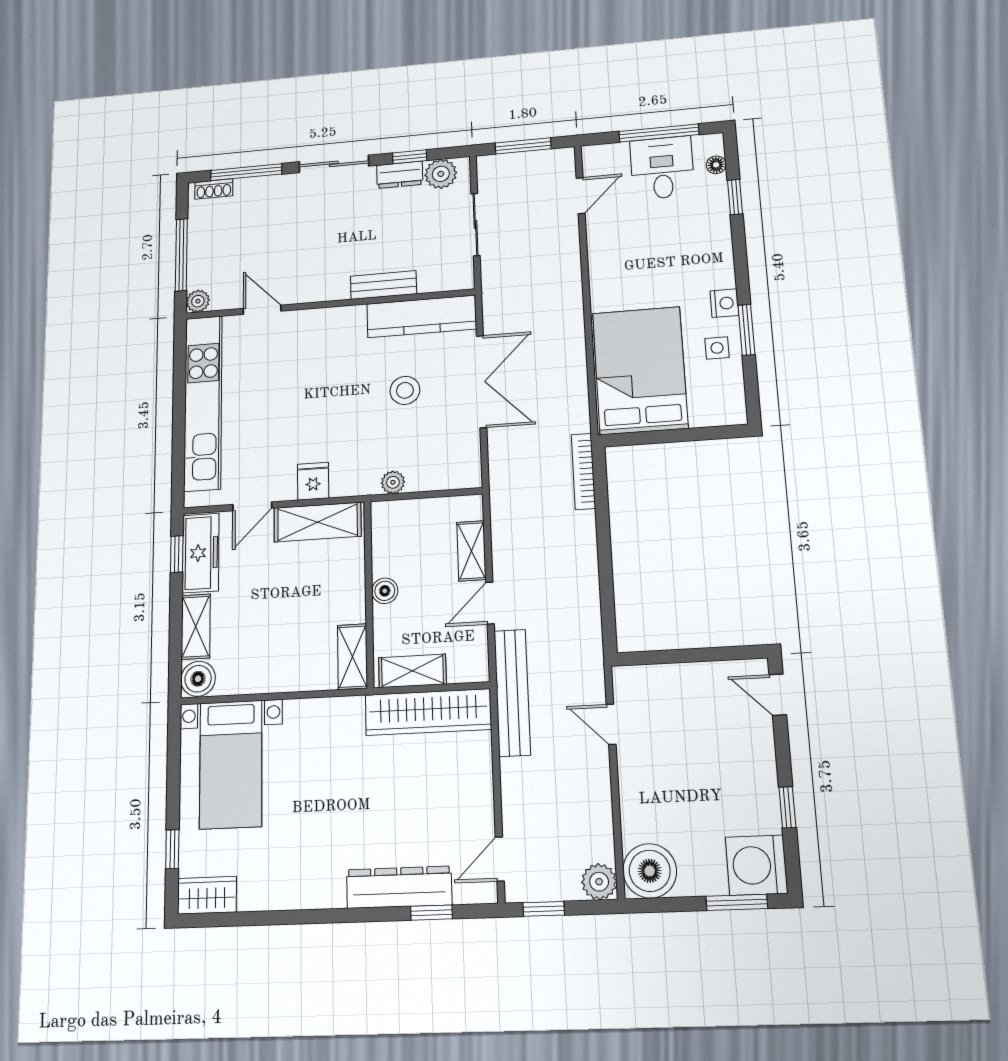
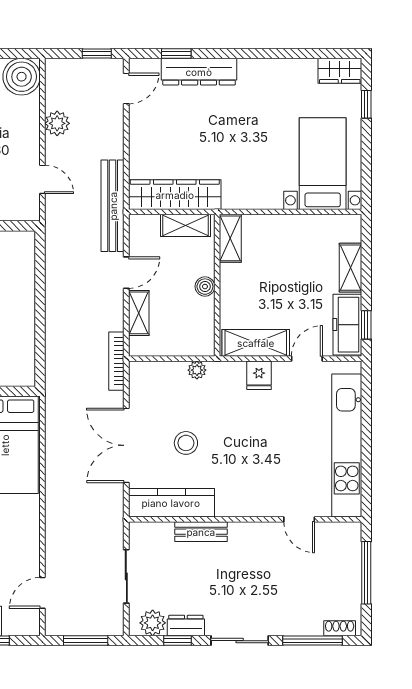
plant: (198, 301) -> (352, 531), removed
bookcase: (583, 471) -> (116, 361), moved, turned 180
boiler: (198, 679) -> (348, 228), removed
plant: (599, 882) -> (57, 123), moved

